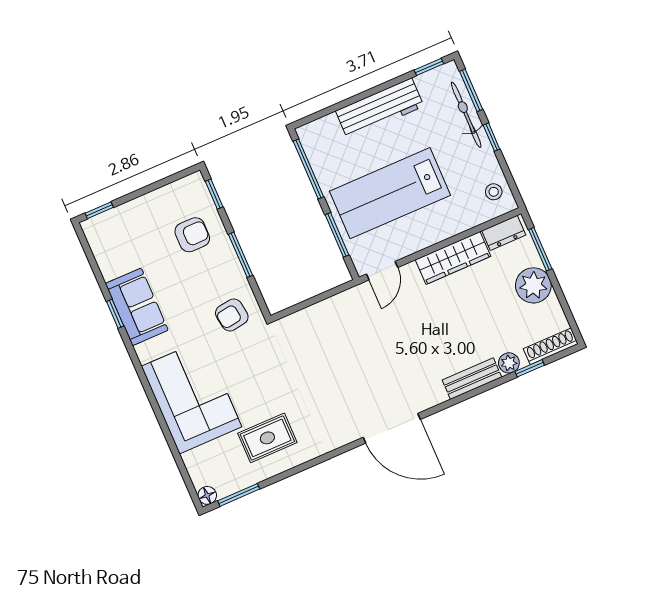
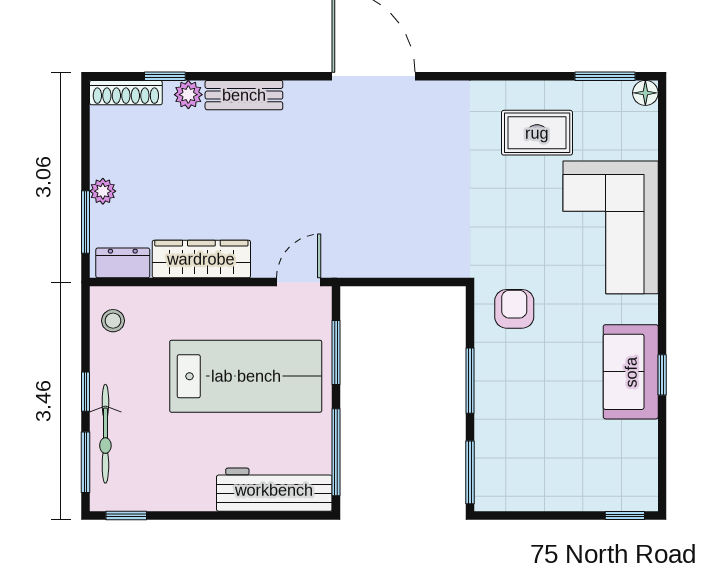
workbench: (380, 109) -> (274, 490), moved
window: (214, 194) -> (470, 472), width x1.50
armchair: (192, 235) -> (520, 433), removed
plant: (533, 285) -> (103, 191), width x0.53, depth x0.53
armchair: (232, 315) -> (514, 309), turned -82

